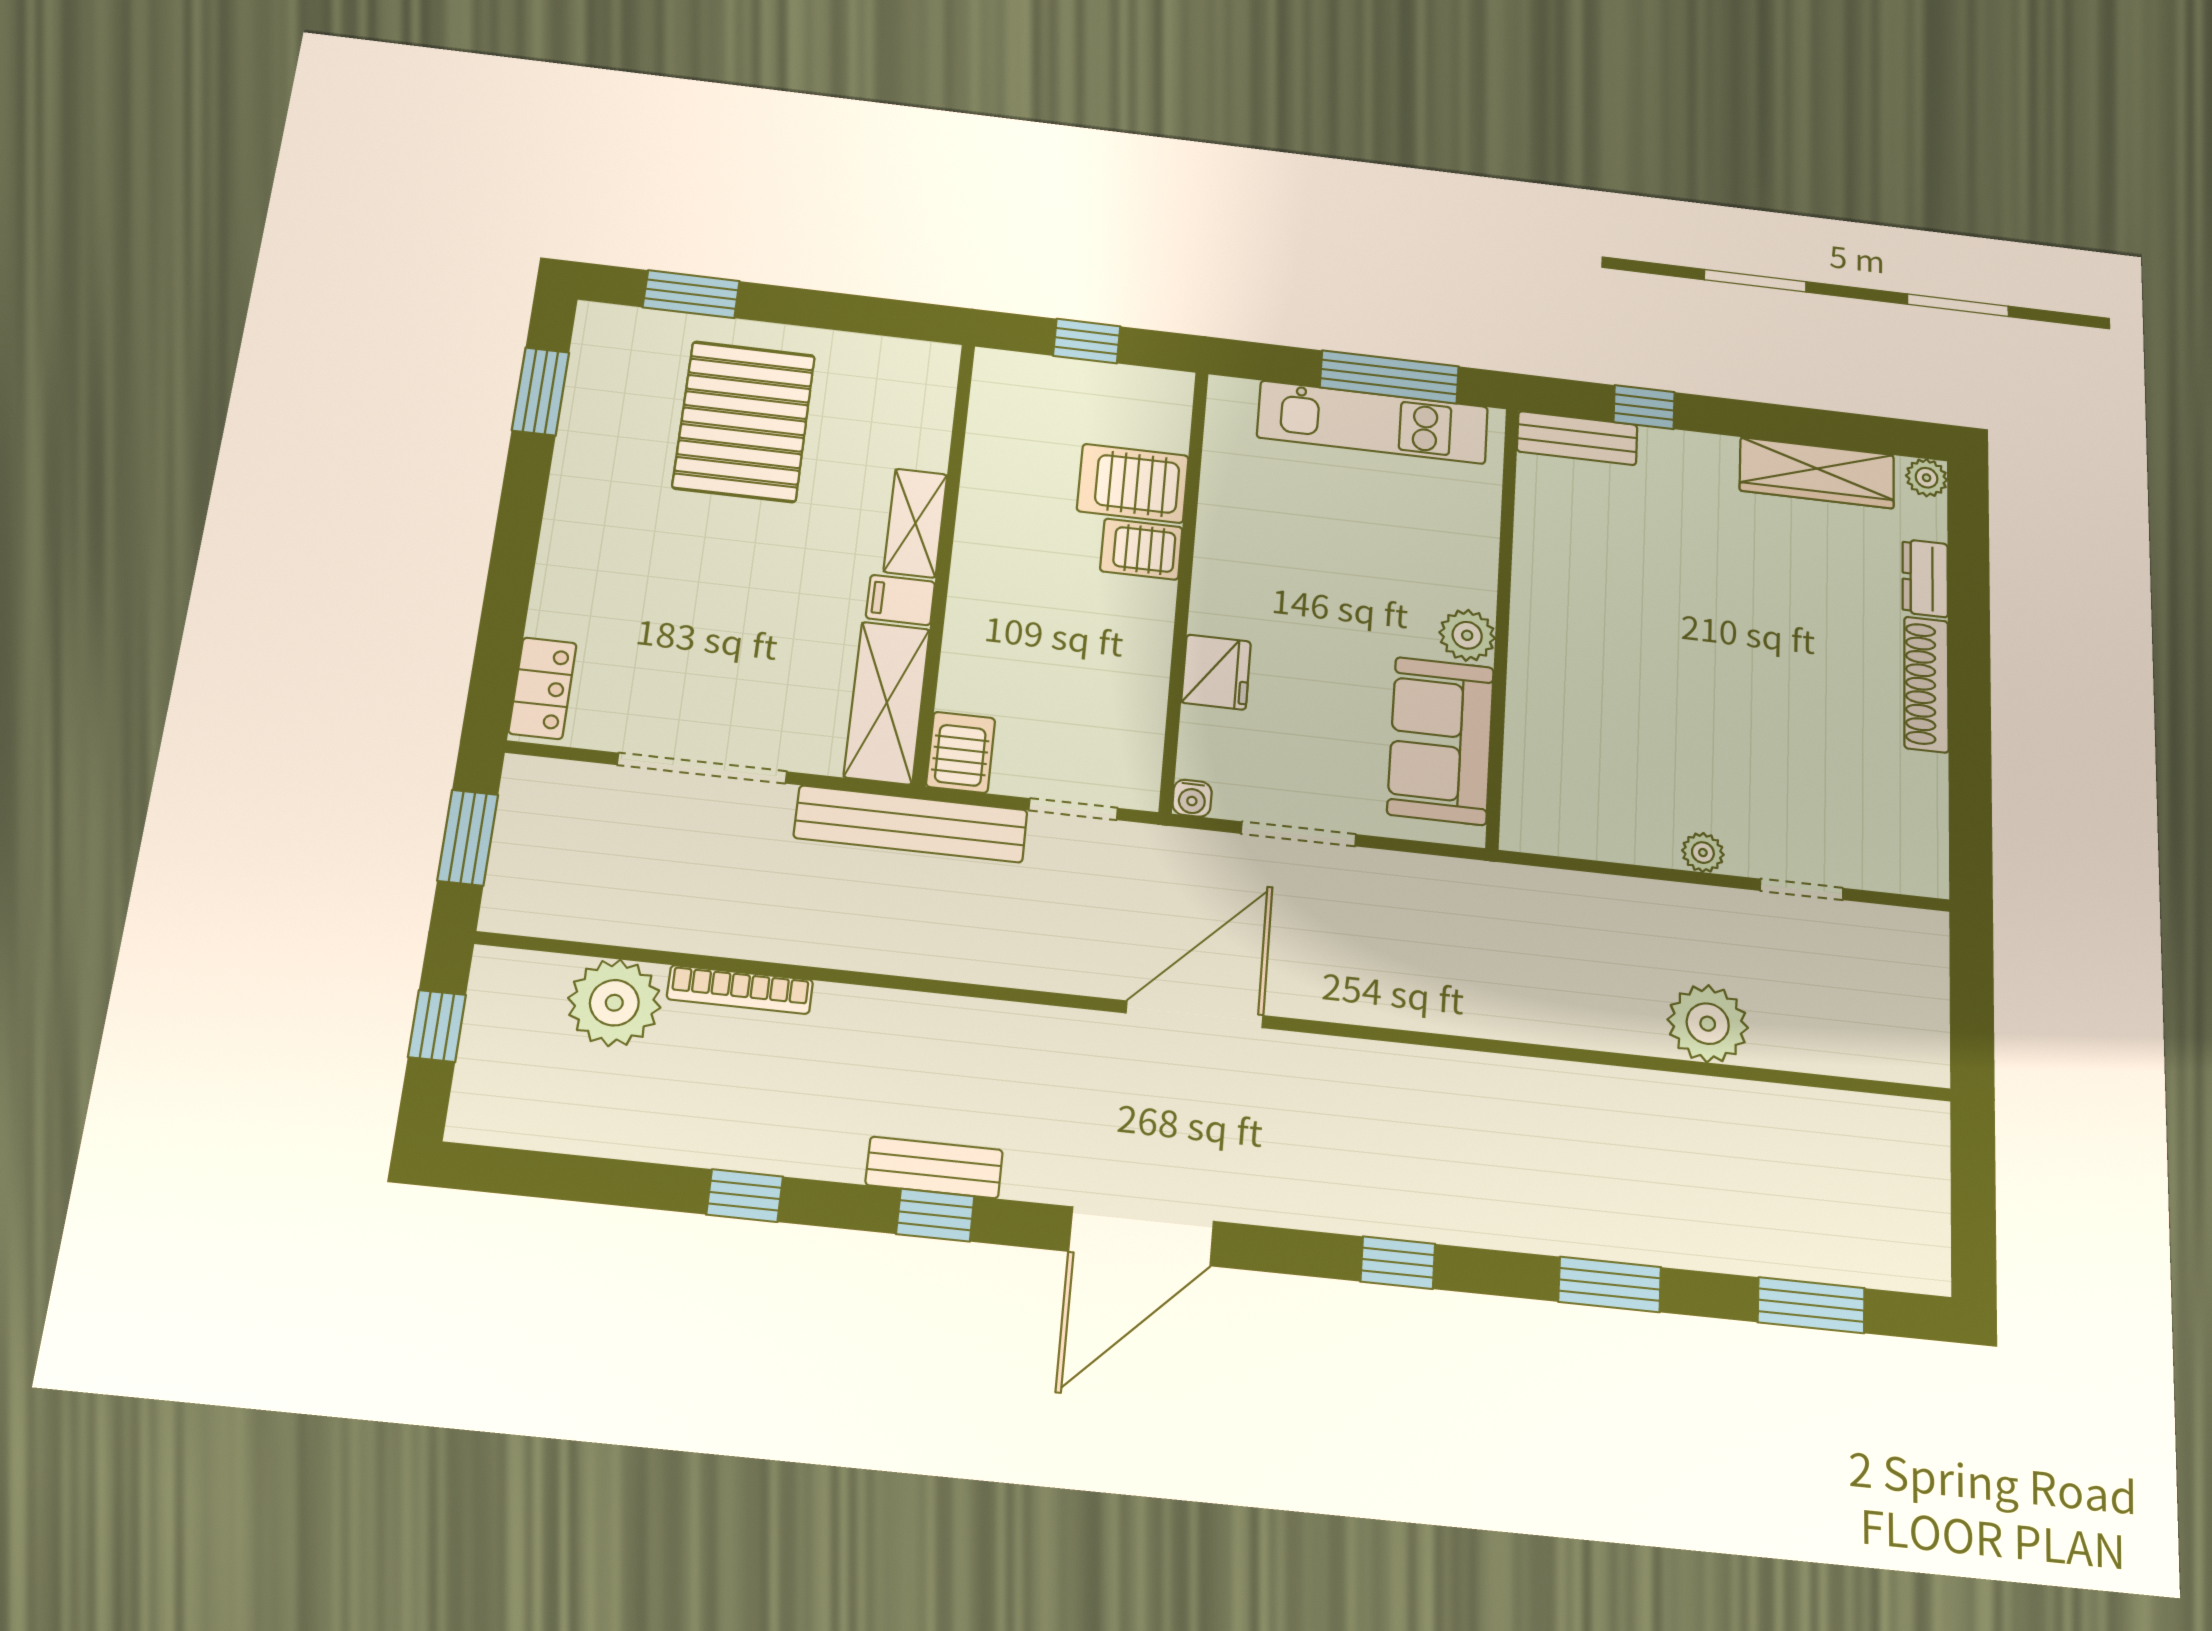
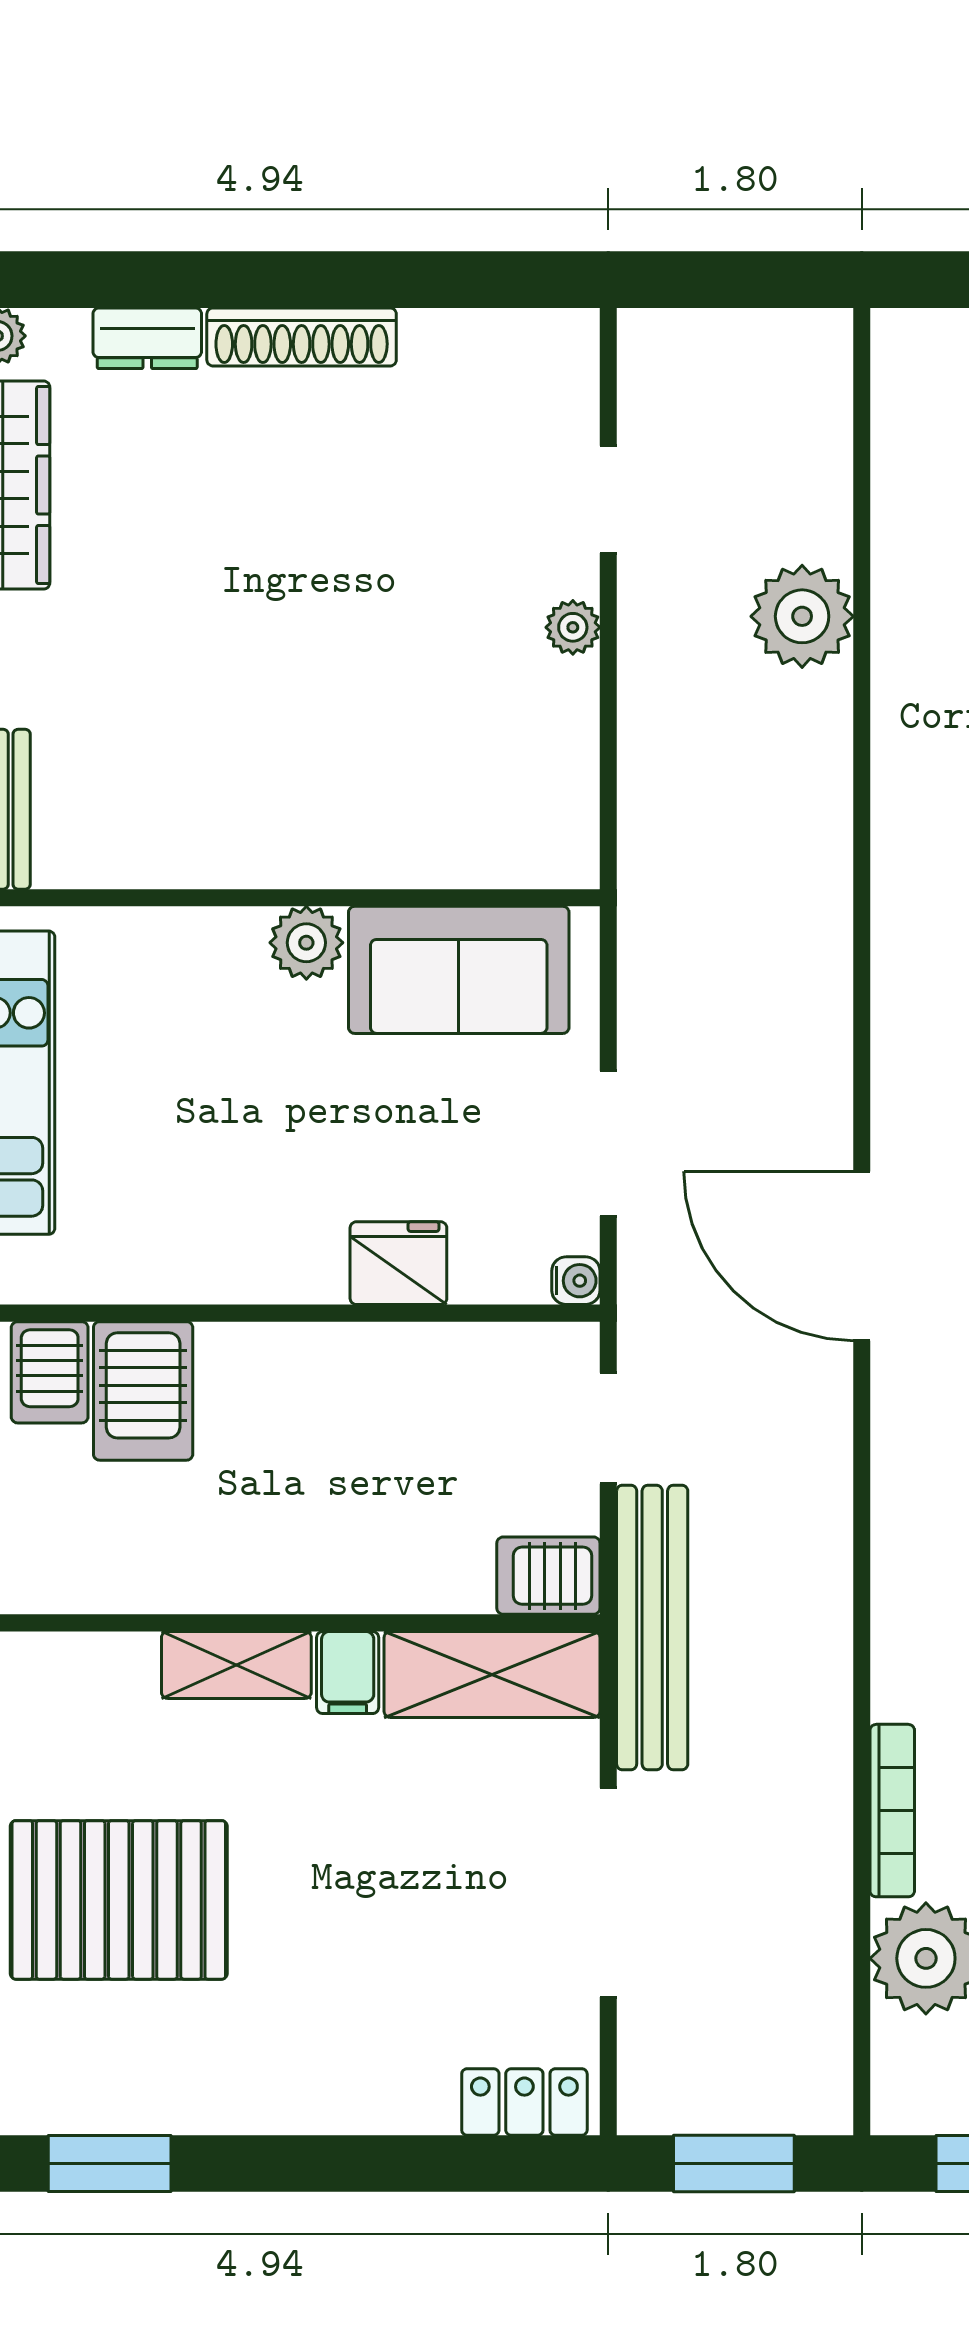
server rack: (1141, 549) -> (50, 1372), moved

